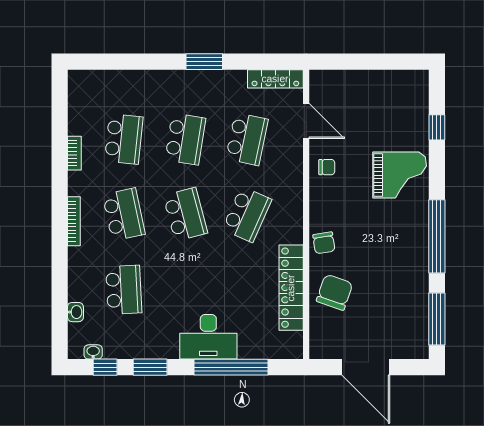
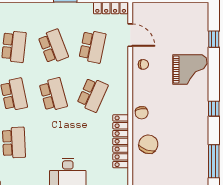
school desk: (185, 139) -> (53, 47), turned -30
window: (437, 236) -> (214, 109), width x0.32

